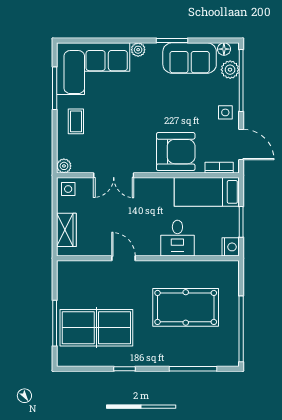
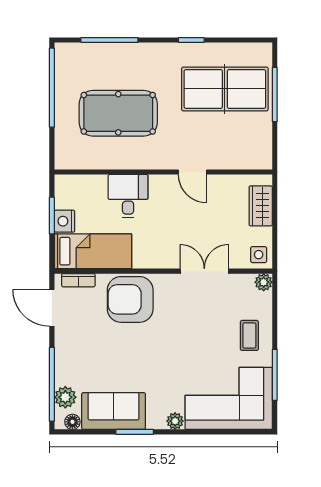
side table: (225, 112) -> (71, 346), removed
nightstand: (231, 247) -> (65, 221), moved

